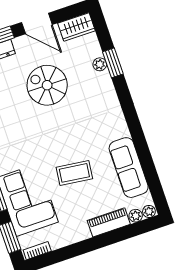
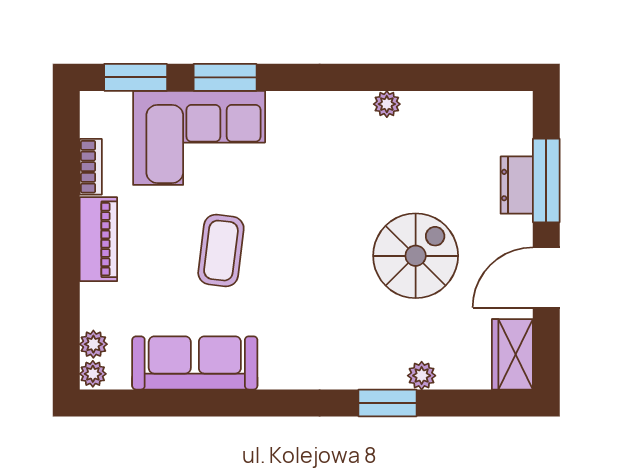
window: (113, 63) -> (388, 403), moved
piano: (109, 222) -> (98, 239), moved
bookcase: (37, 251) -> (91, 167), moved

